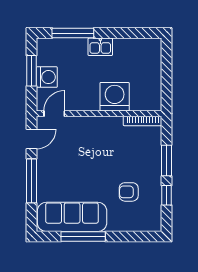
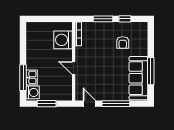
kitchen sink: (100, 47) -> (32, 77), moved
washing machine: (47, 77) -> (33, 92), moved, turned 90
washing machine: (115, 97) -> (63, 40), moved
door: (54, 114) -> (74, 68), moved

